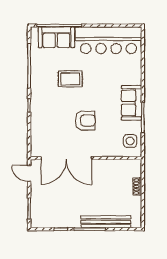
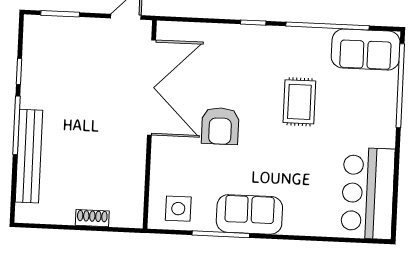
sofa: (56, 37) -> (366, 50), moved, turned -90
bar counter: (109, 40) -> (368, 193), width x0.73
double door: (66, 158) -> (151, 88), swing flipped

